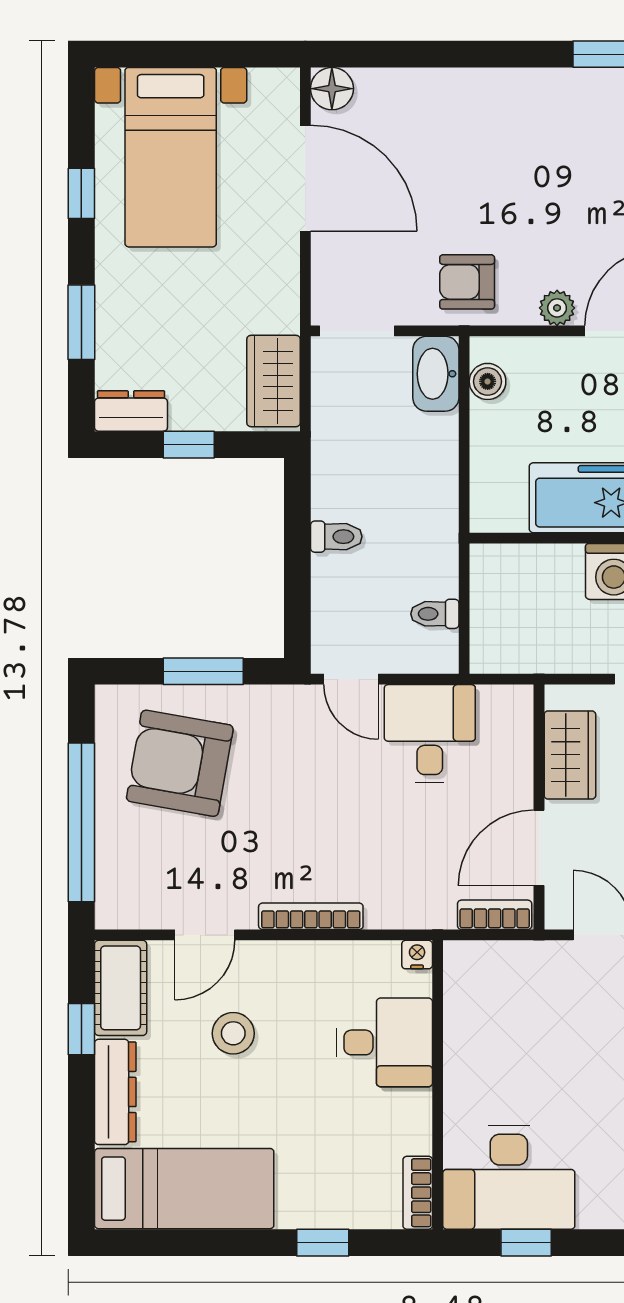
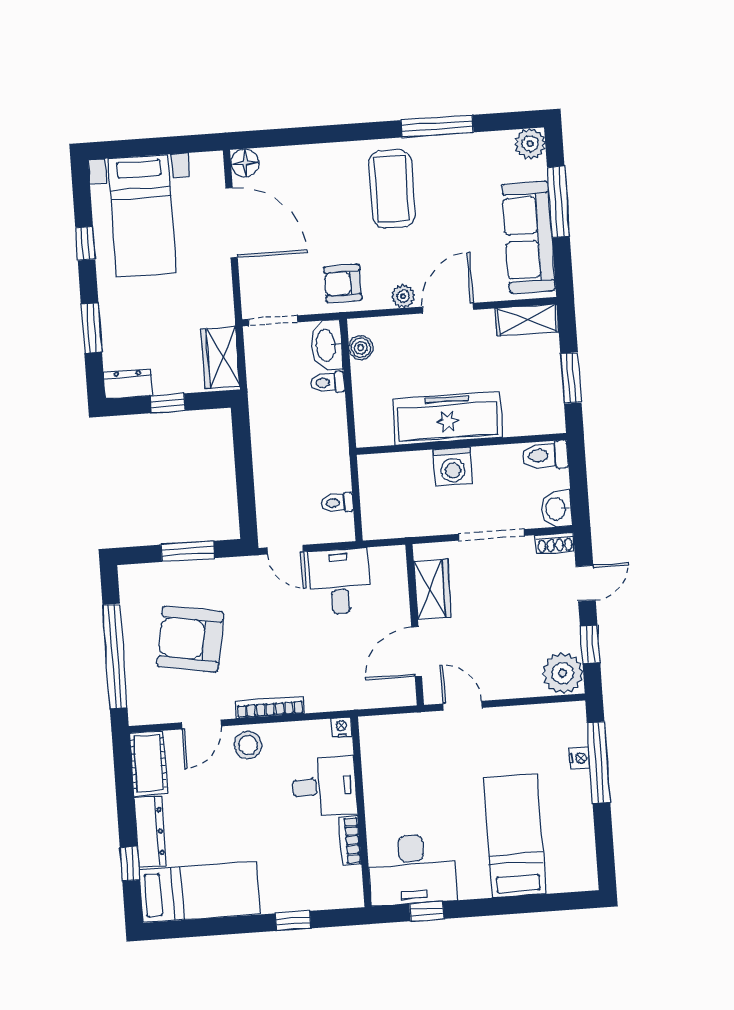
coffee table: (552, 144) -> (392, 189), added
toilet: (336, 537) -> (327, 383), moved, turned 180
armchair: (180, 763) -> (190, 639), moved
bookcase: (495, 915) -> (391, 698), removed
window: (81, 1029) -> (130, 864), moved
stool: (233, 1033) -> (248, 745), moved
bookcase: (418, 1193) -> (350, 841), moved

